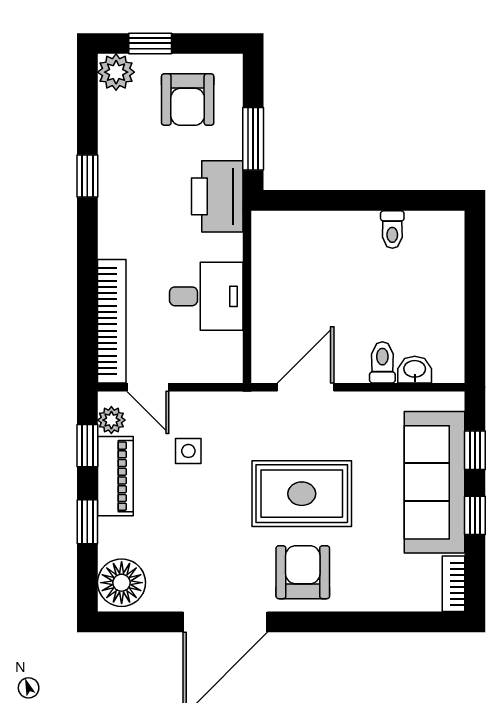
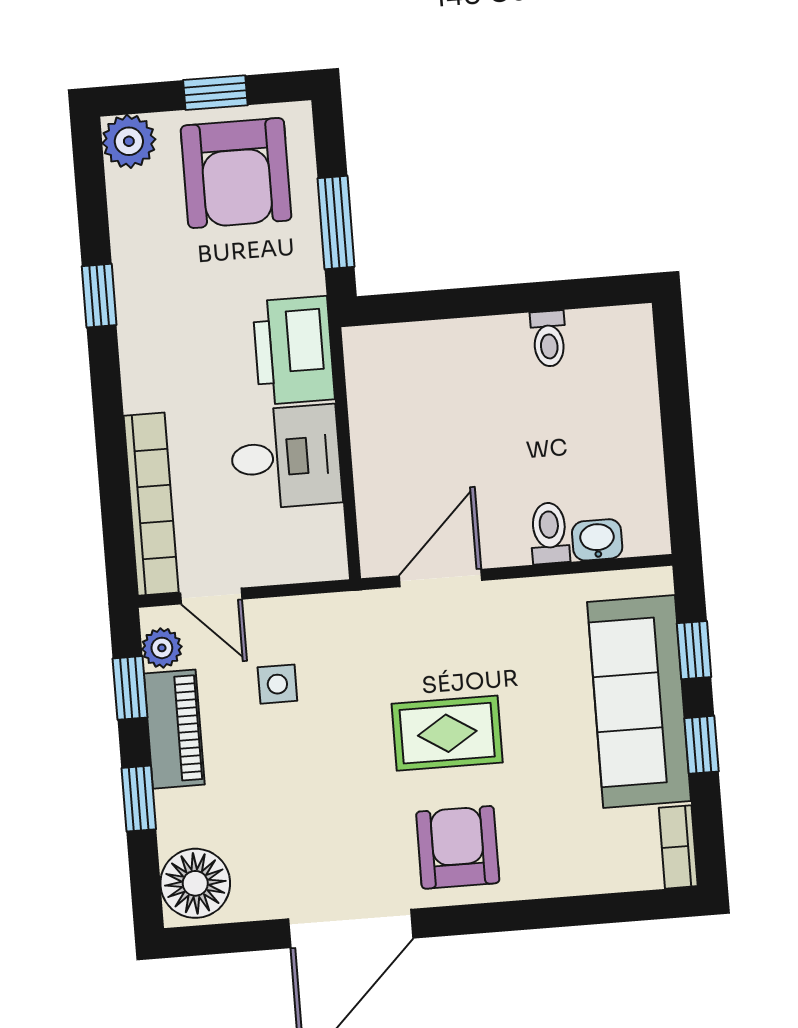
window: (150, 43) -> (215, 93), moved
armchair: (188, 100) -> (236, 173), width x1.36, depth x1.36
printer: (217, 196) -> (294, 350), moved
rug: (302, 494) -> (447, 733), width x0.73, depth x0.70

